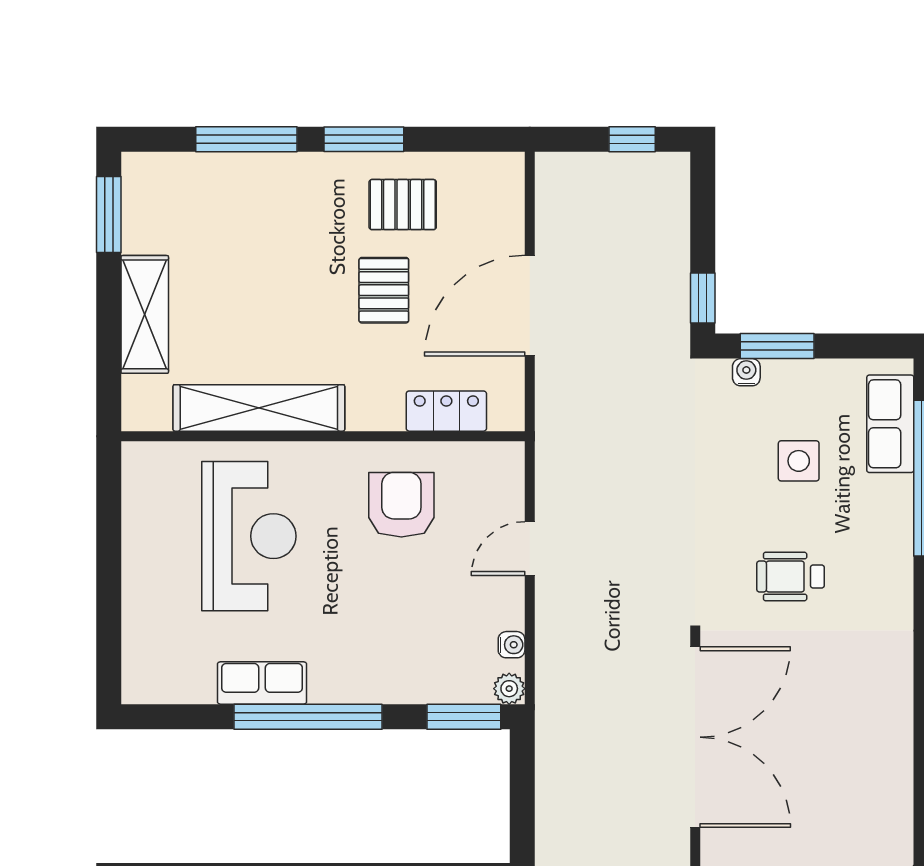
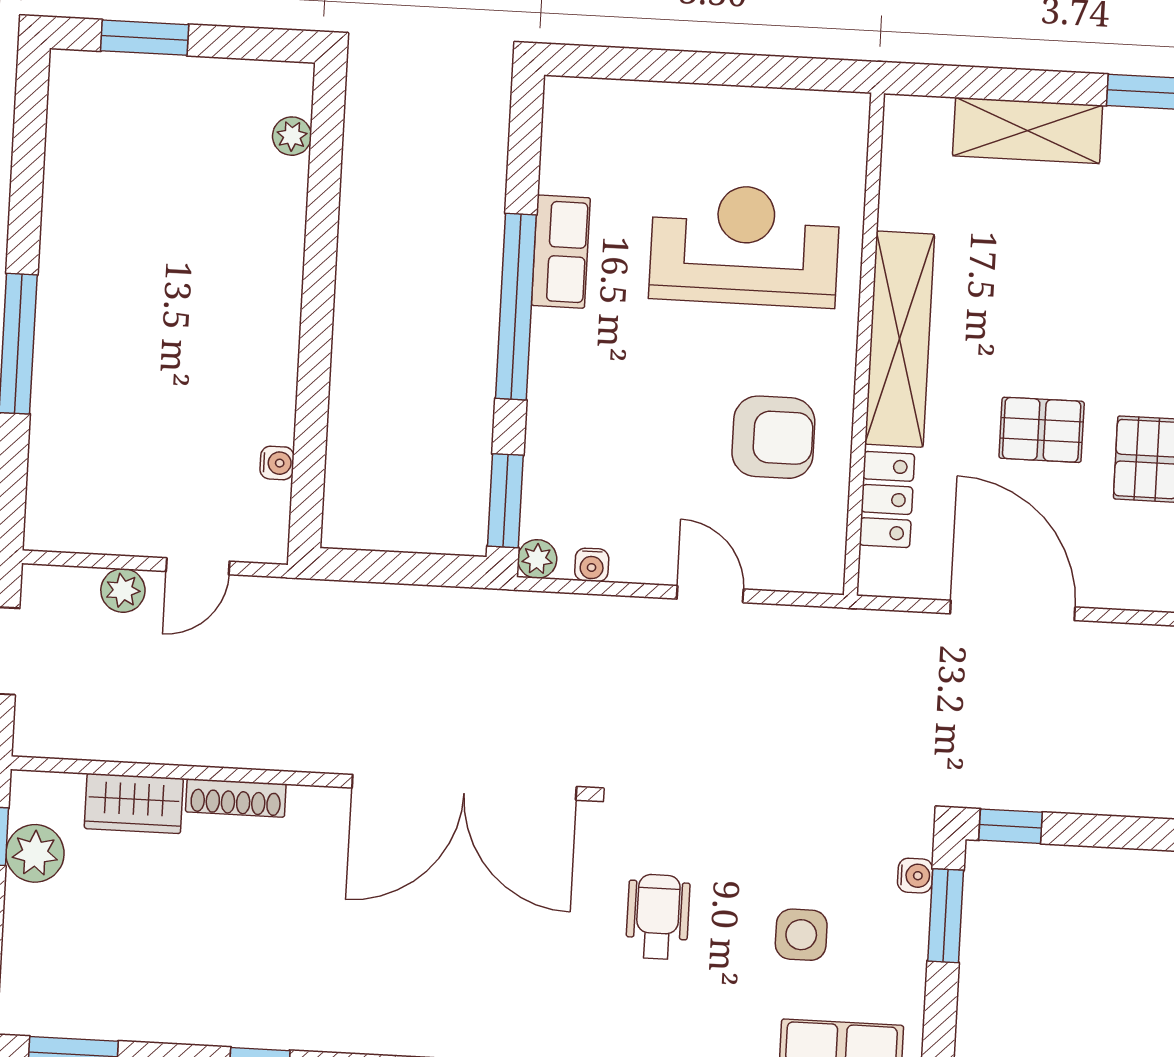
shelving: (259, 408) -> (900, 339), moved
reception desk: (249, 536) -> (745, 245), turned 180

